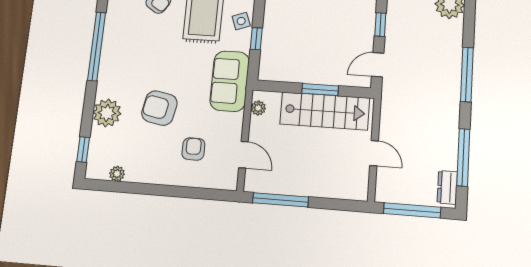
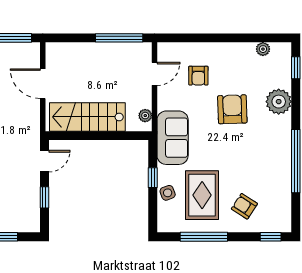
window: (320, 90) -> (93, 136), removed
armchair: (159, 108) -> (232, 109), turned -103
door: (374, 153) -> (43, 84), width x1.38
door: (243, 155) -> (154, 74), swing flipped

